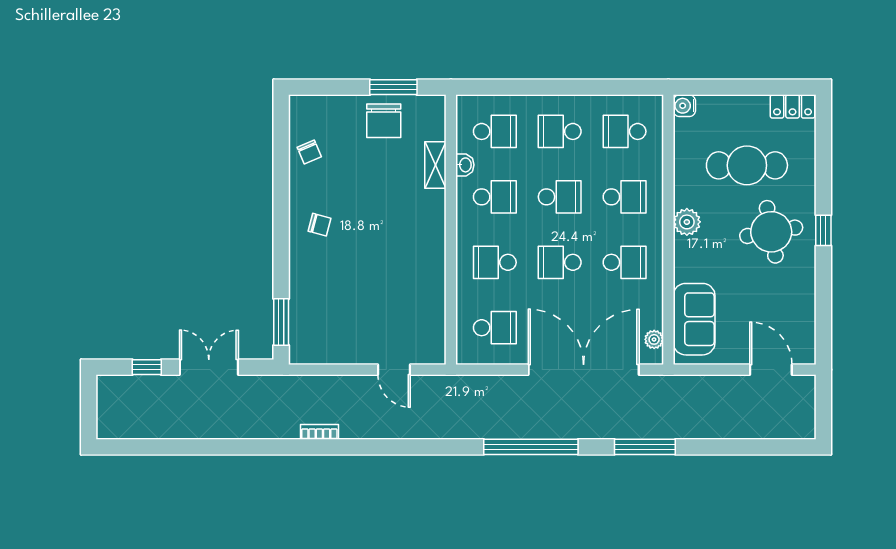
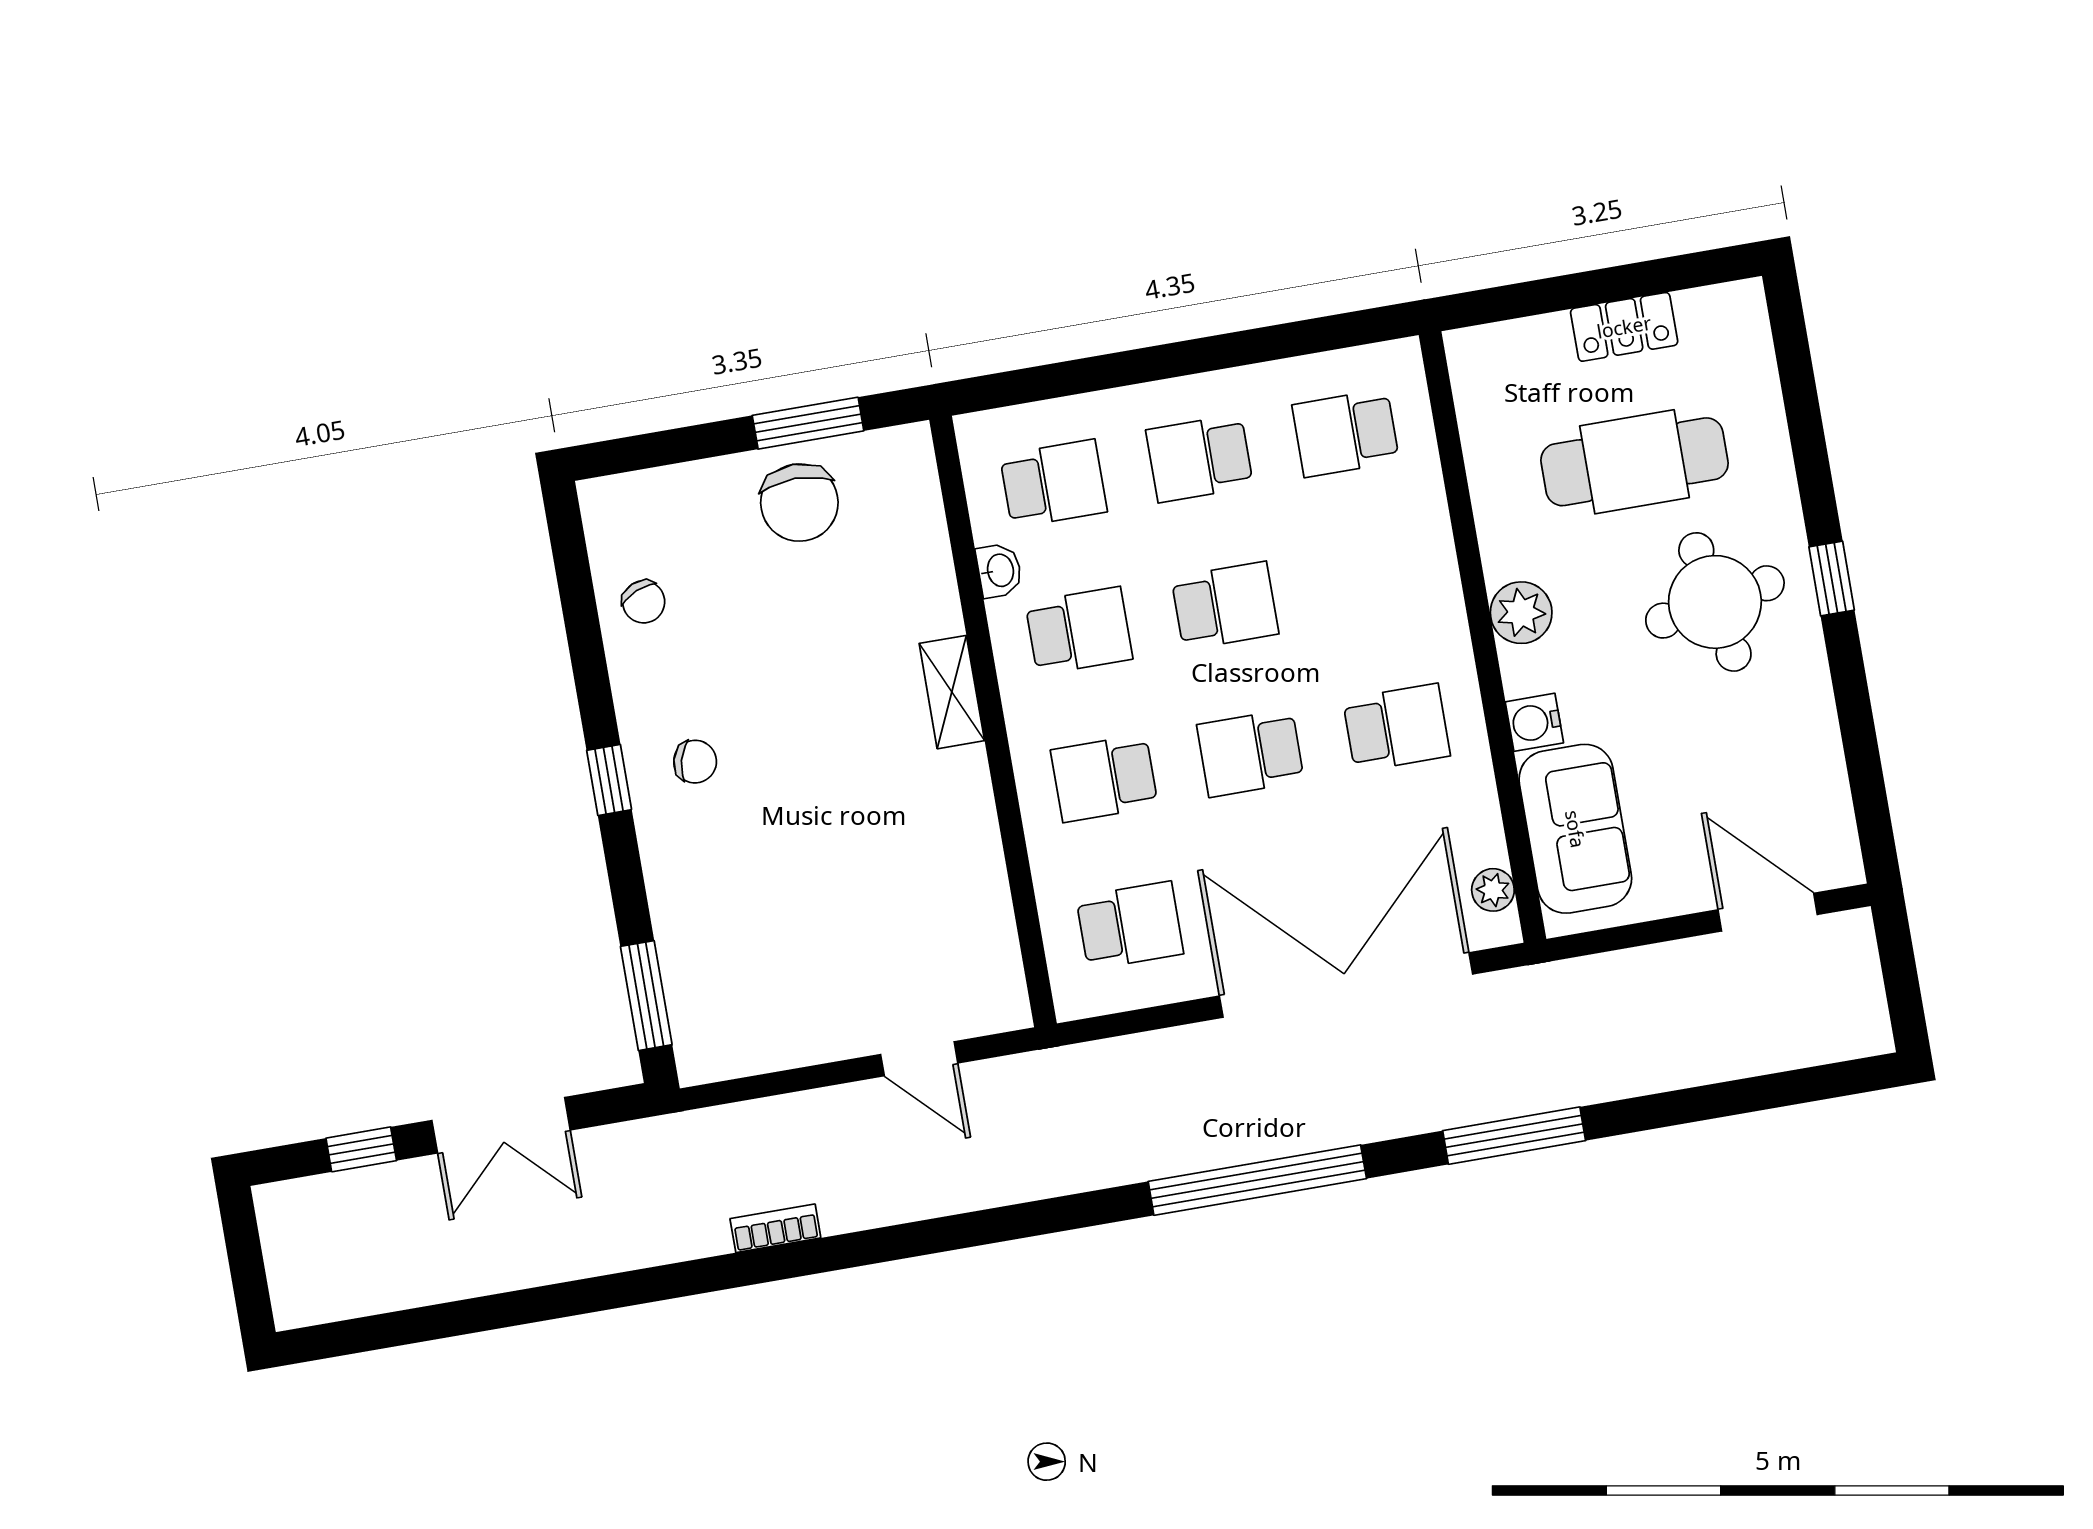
water cooler: (684, 106) -> (1534, 722), moved
locker: (793, 106) -> (1624, 327), moved
shelving: (435, 165) -> (952, 692), moved
school desk: (625, 197) -> (1371, 580), removed
window: (281, 226) -> (609, 780), added
double door: (209, 367) -> (501, 1125), swing flipped

